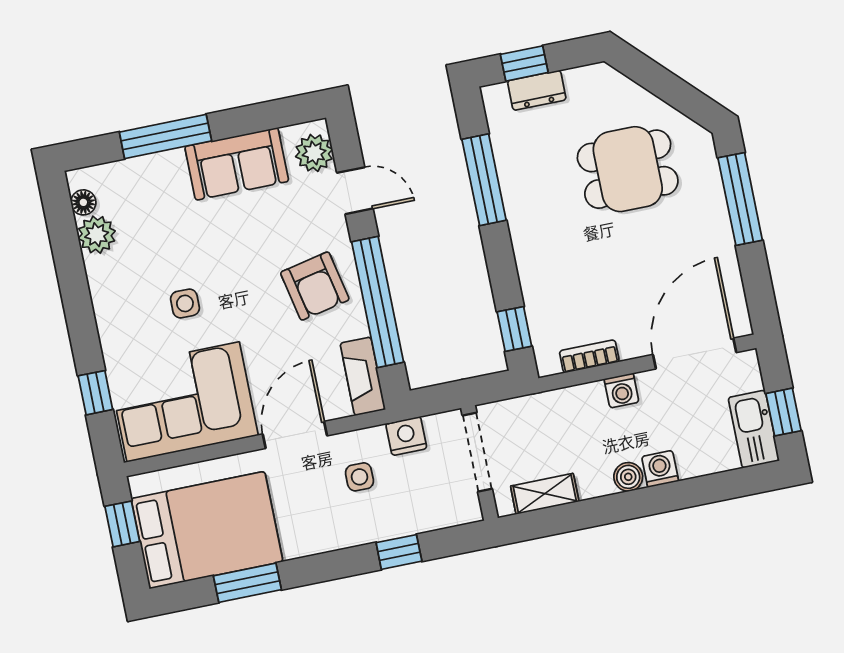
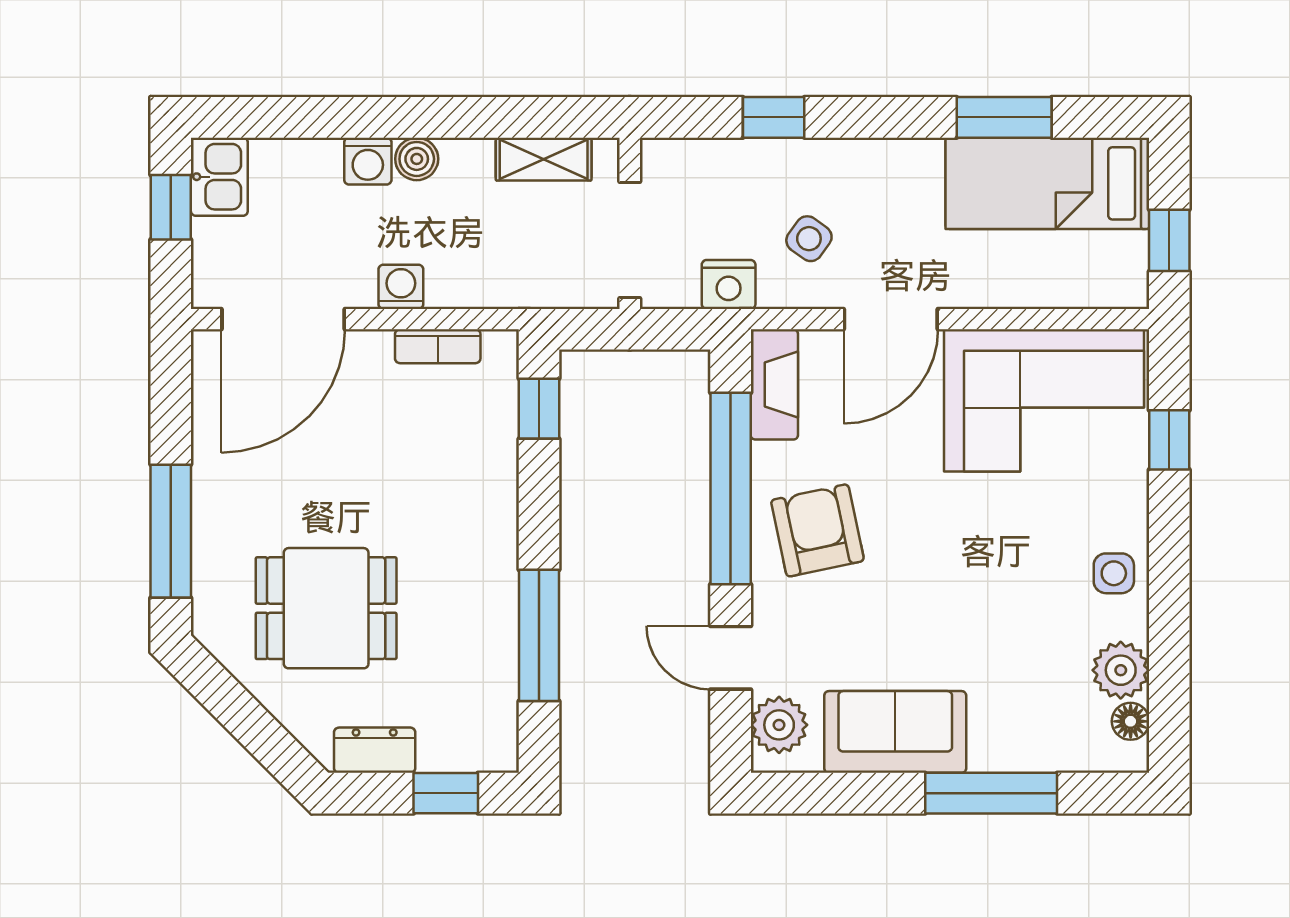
dresser: (537, 90) -> (375, 750), moved
side table: (185, 303) -> (1114, 573), moved
kitchen sink: (754, 429) -> (219, 177), width x0.73
side table: (359, 477) -> (809, 239), turned 36
bed: (207, 530) -> (1047, 183), width x0.67

